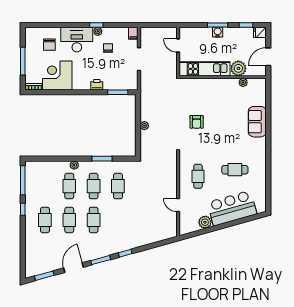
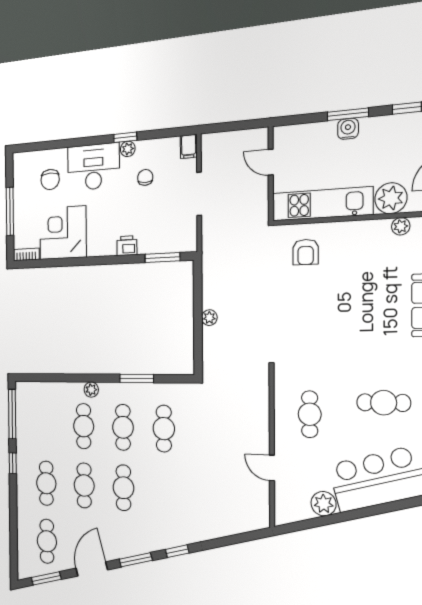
armchair: (197, 122) -> (306, 252), moved
cafe table: (45, 254) -> (47, 541), added

